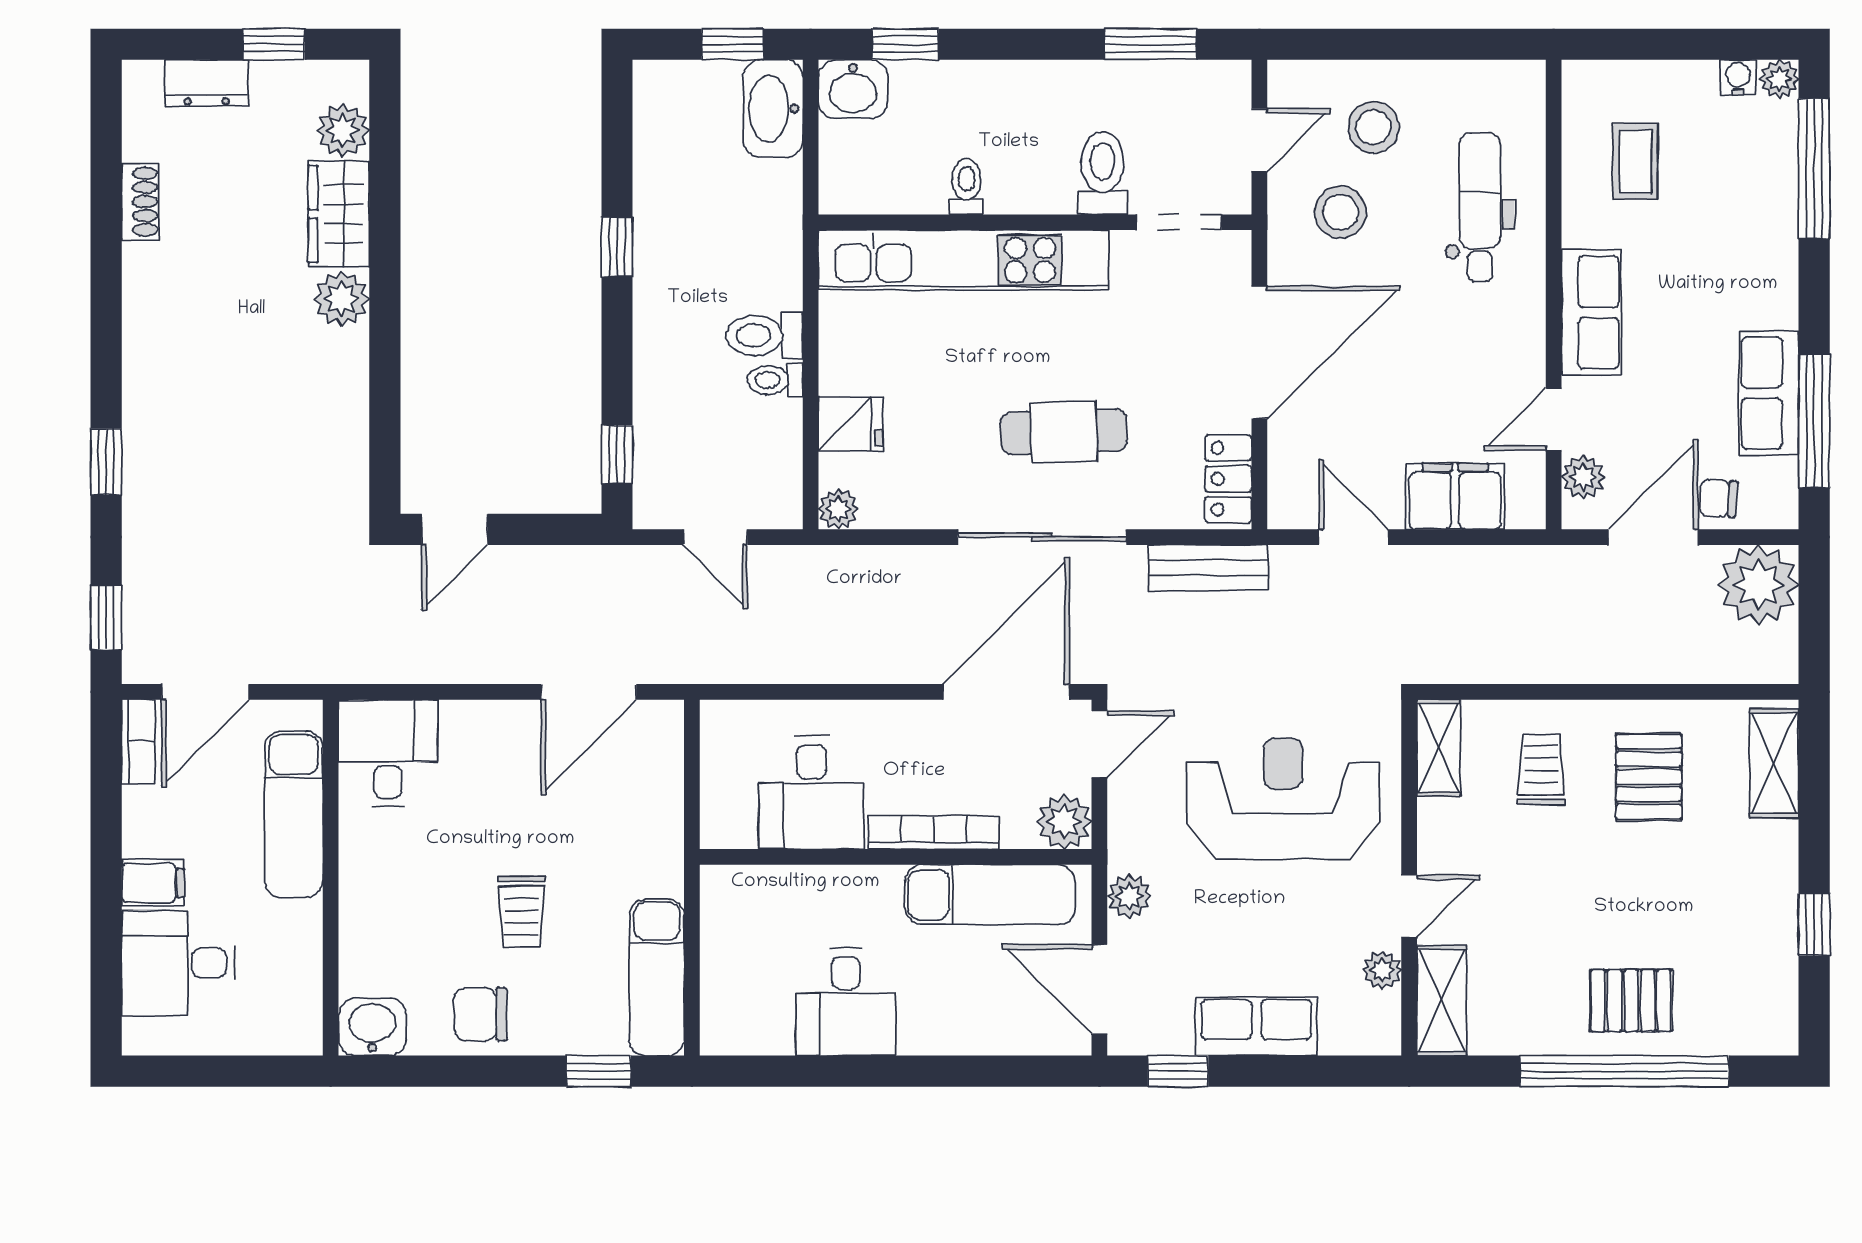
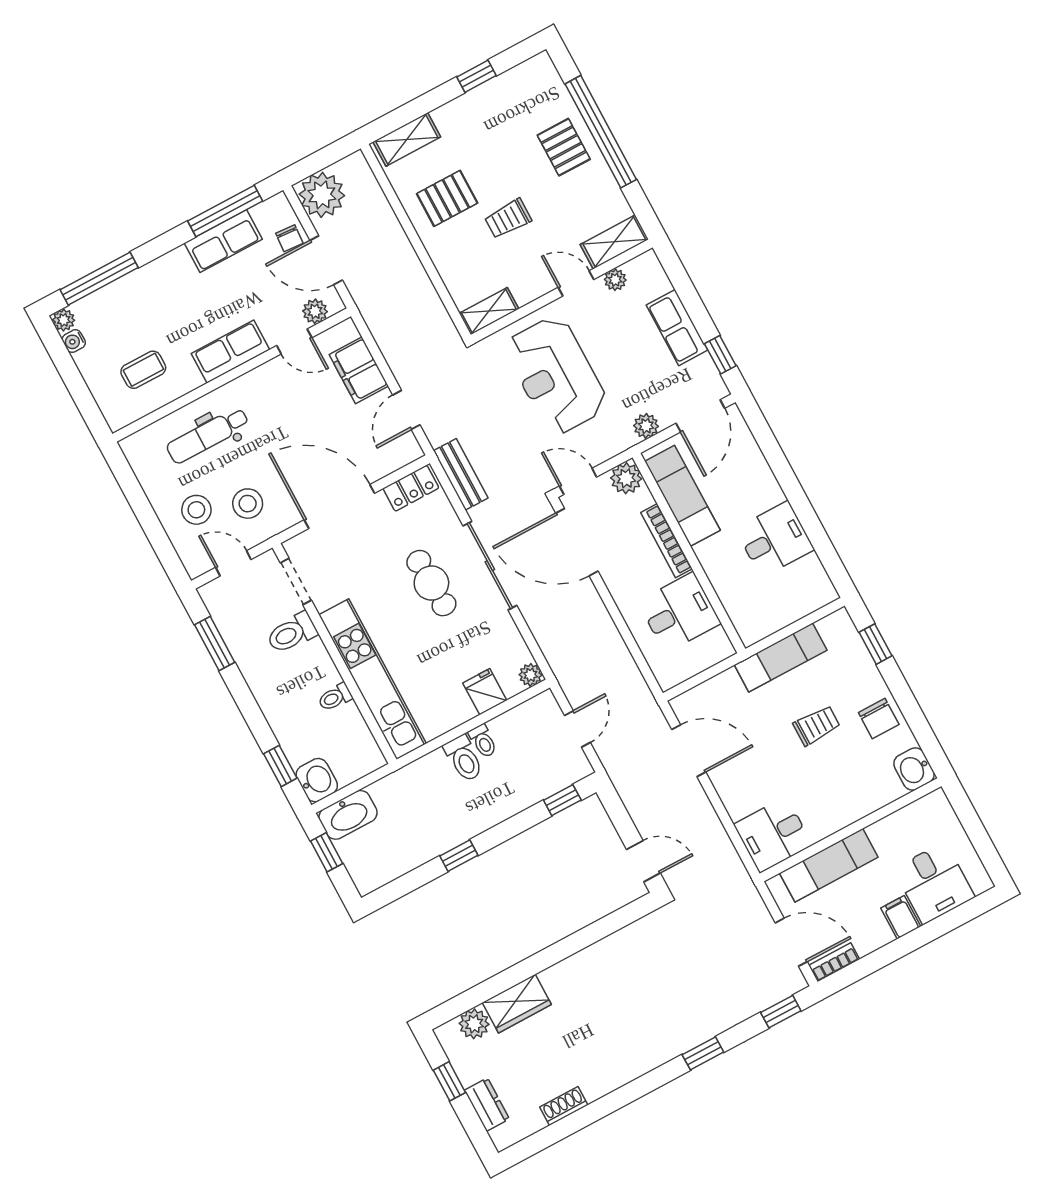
plant: (341, 299) -> (558, 979), removed
trolley: (1541, 769) -> (508, 219), moved
exam couch: (657, 977) -> (781, 658), moved

